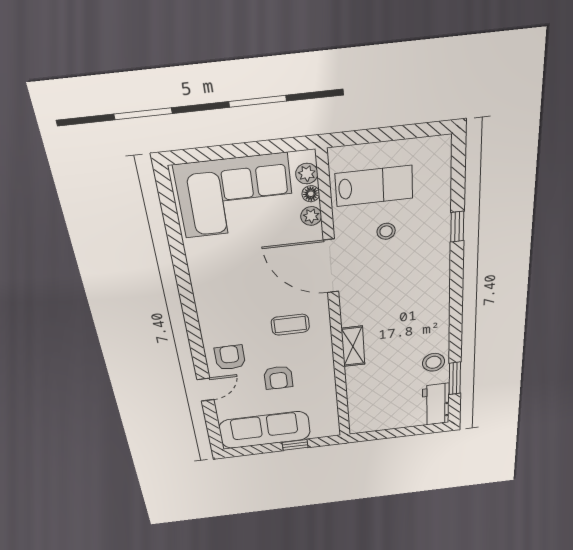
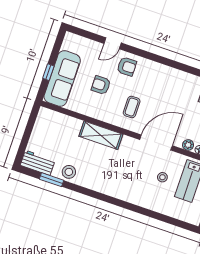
window: (457, 227) -> (148, 213), removed
shelving: (353, 346) -> (101, 135), width x1.50, depth x1.33
door: (205, 390) -> (113, 43), hinge flipped
sofa: (265, 430) -> (62, 78), moved

